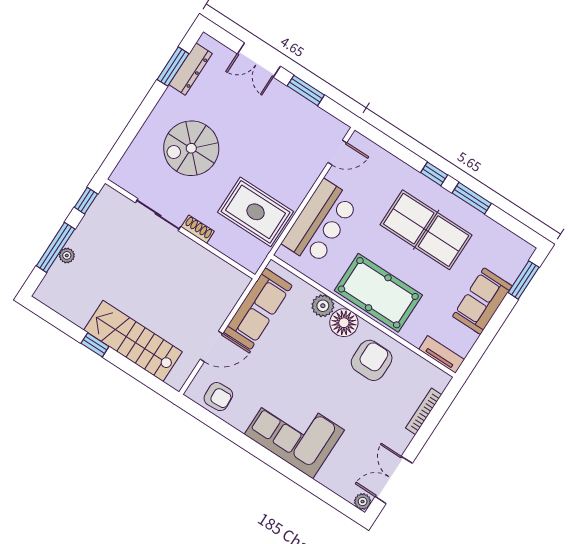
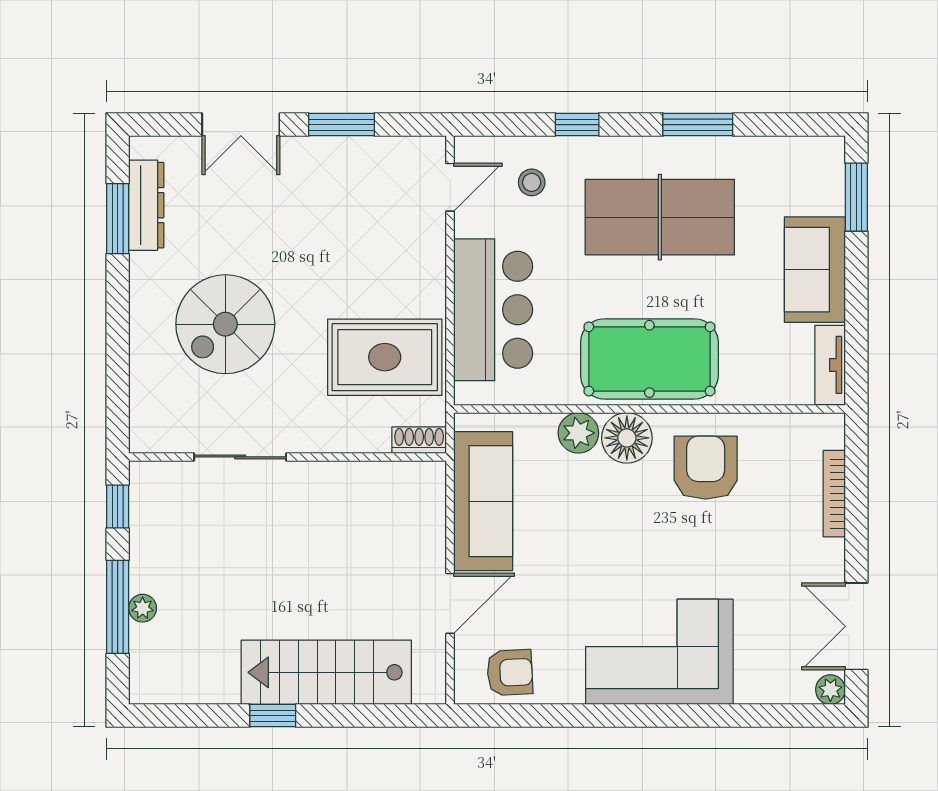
window: (434, 174) -> (577, 125), moved
stool: (377, 175) -> (532, 182), added
shoe rack: (198, 229) -> (419, 440), moved
tv unit: (442, 355) -> (830, 365), moved, turned -90

